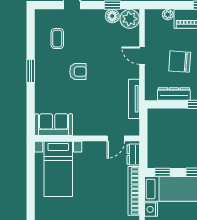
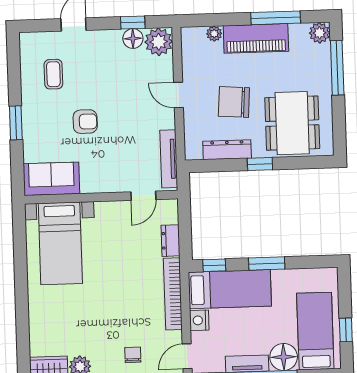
sofa: (54, 125) -> (51, 179), moved
wall: (87, 138) -> (101, 197), moved
door: (116, 138) -> (143, 196), moved
bed with nightstands: (58, 169) -> (60, 243), moved

